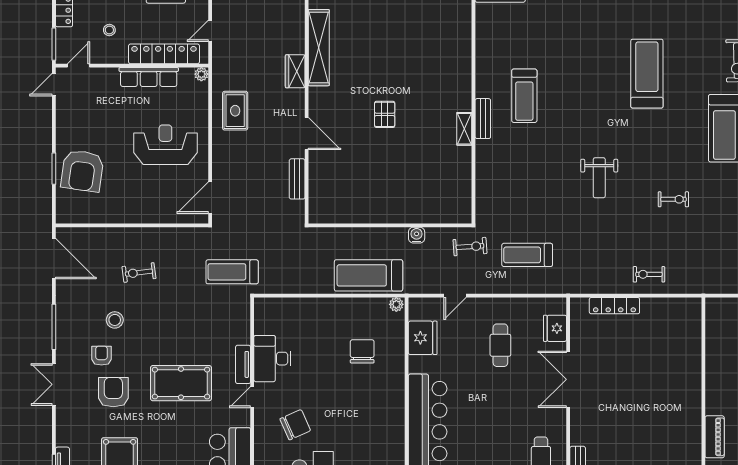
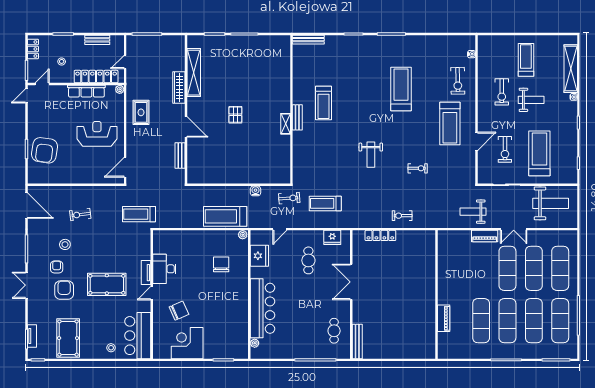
wardrobe: (295, 71) -> (179, 88), width x1.50
fridge: (555, 328) -> (332, 237), moved, turned -90

